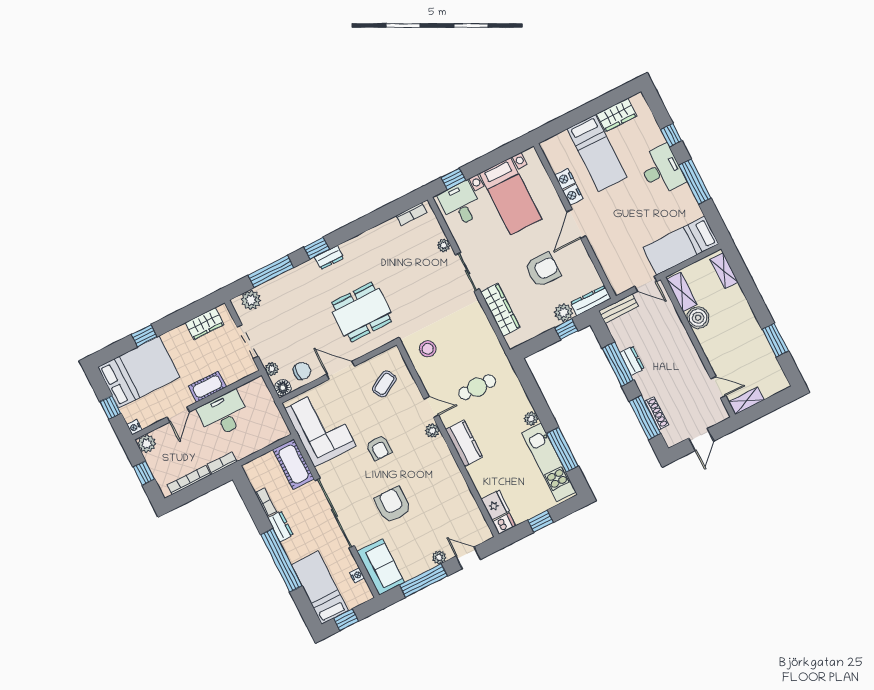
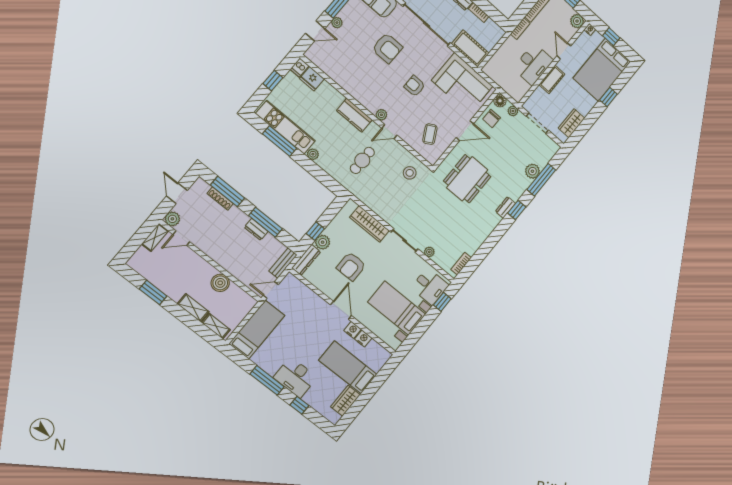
shelving: (682, 292) -> (193, 308), moved
plant: (251, 300) -> (532, 171), moved
plant: (719, 413) -> (172, 219), added

